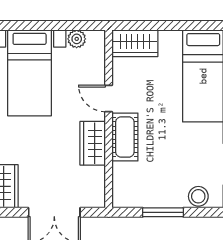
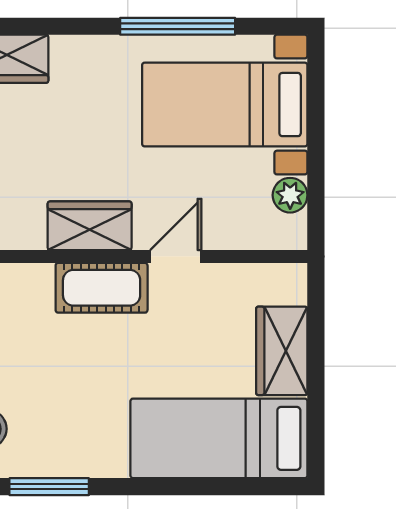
wardrobe: (135, 43) -> (282, 351), moved

